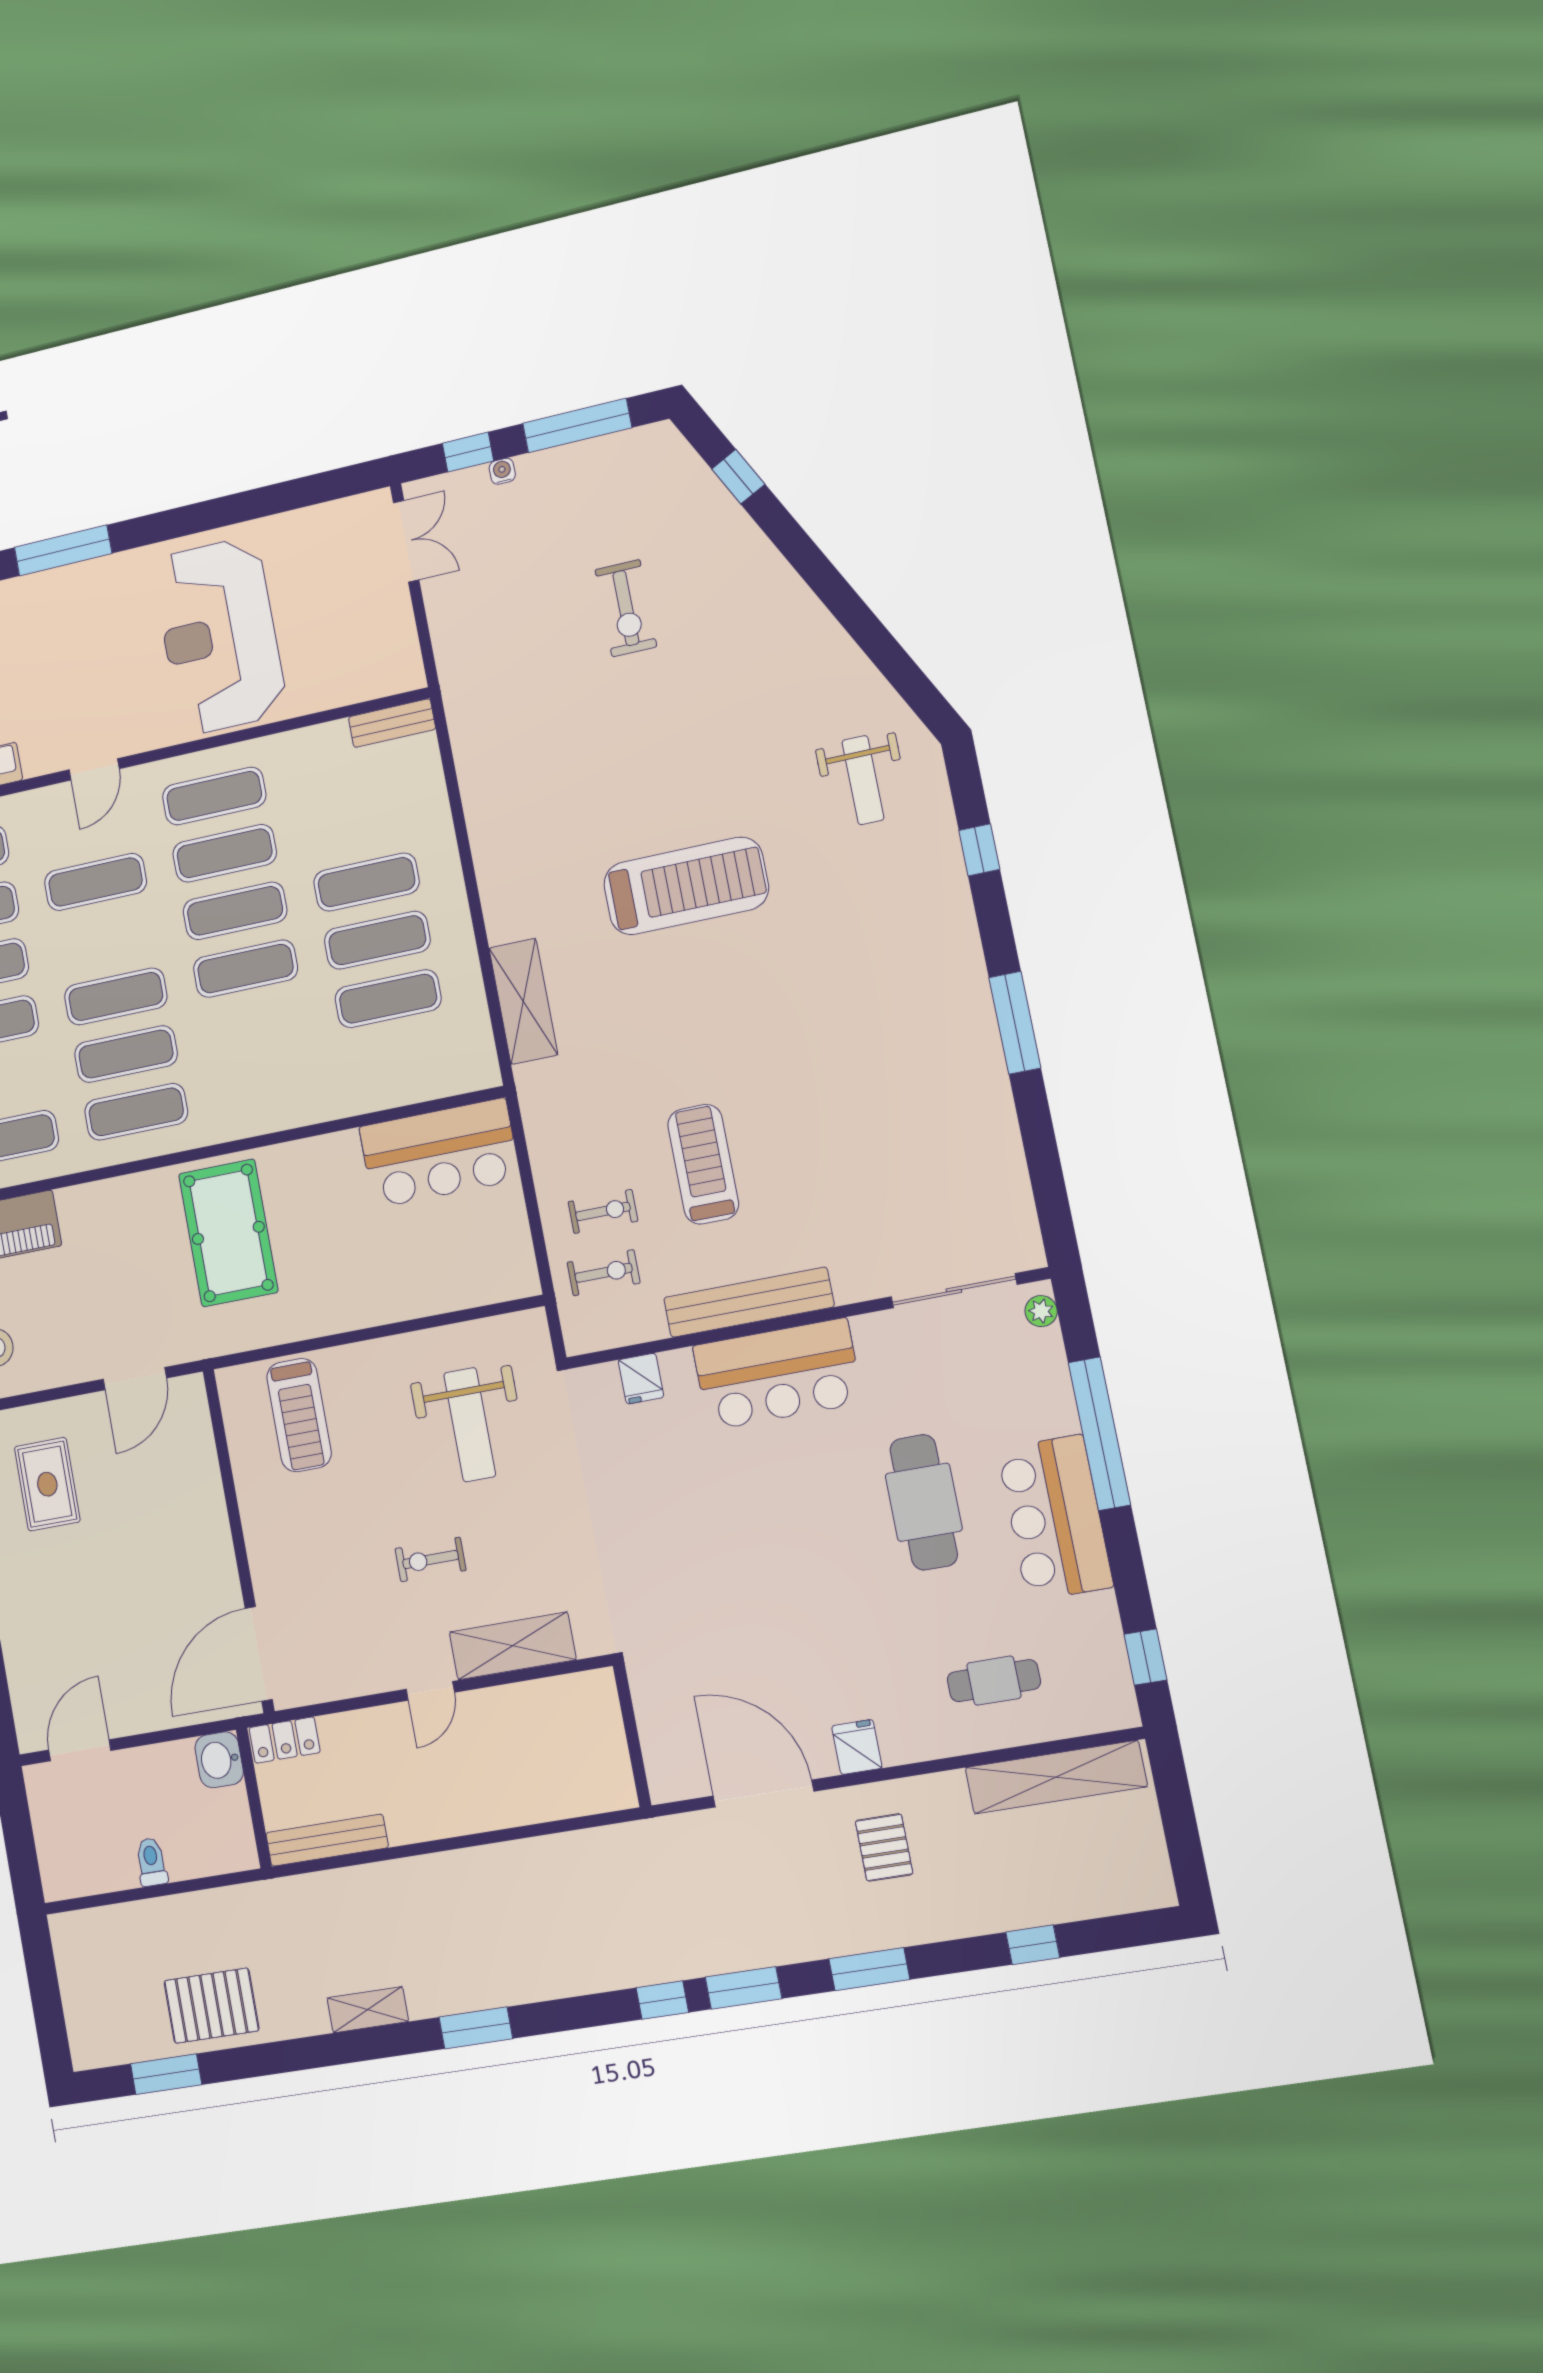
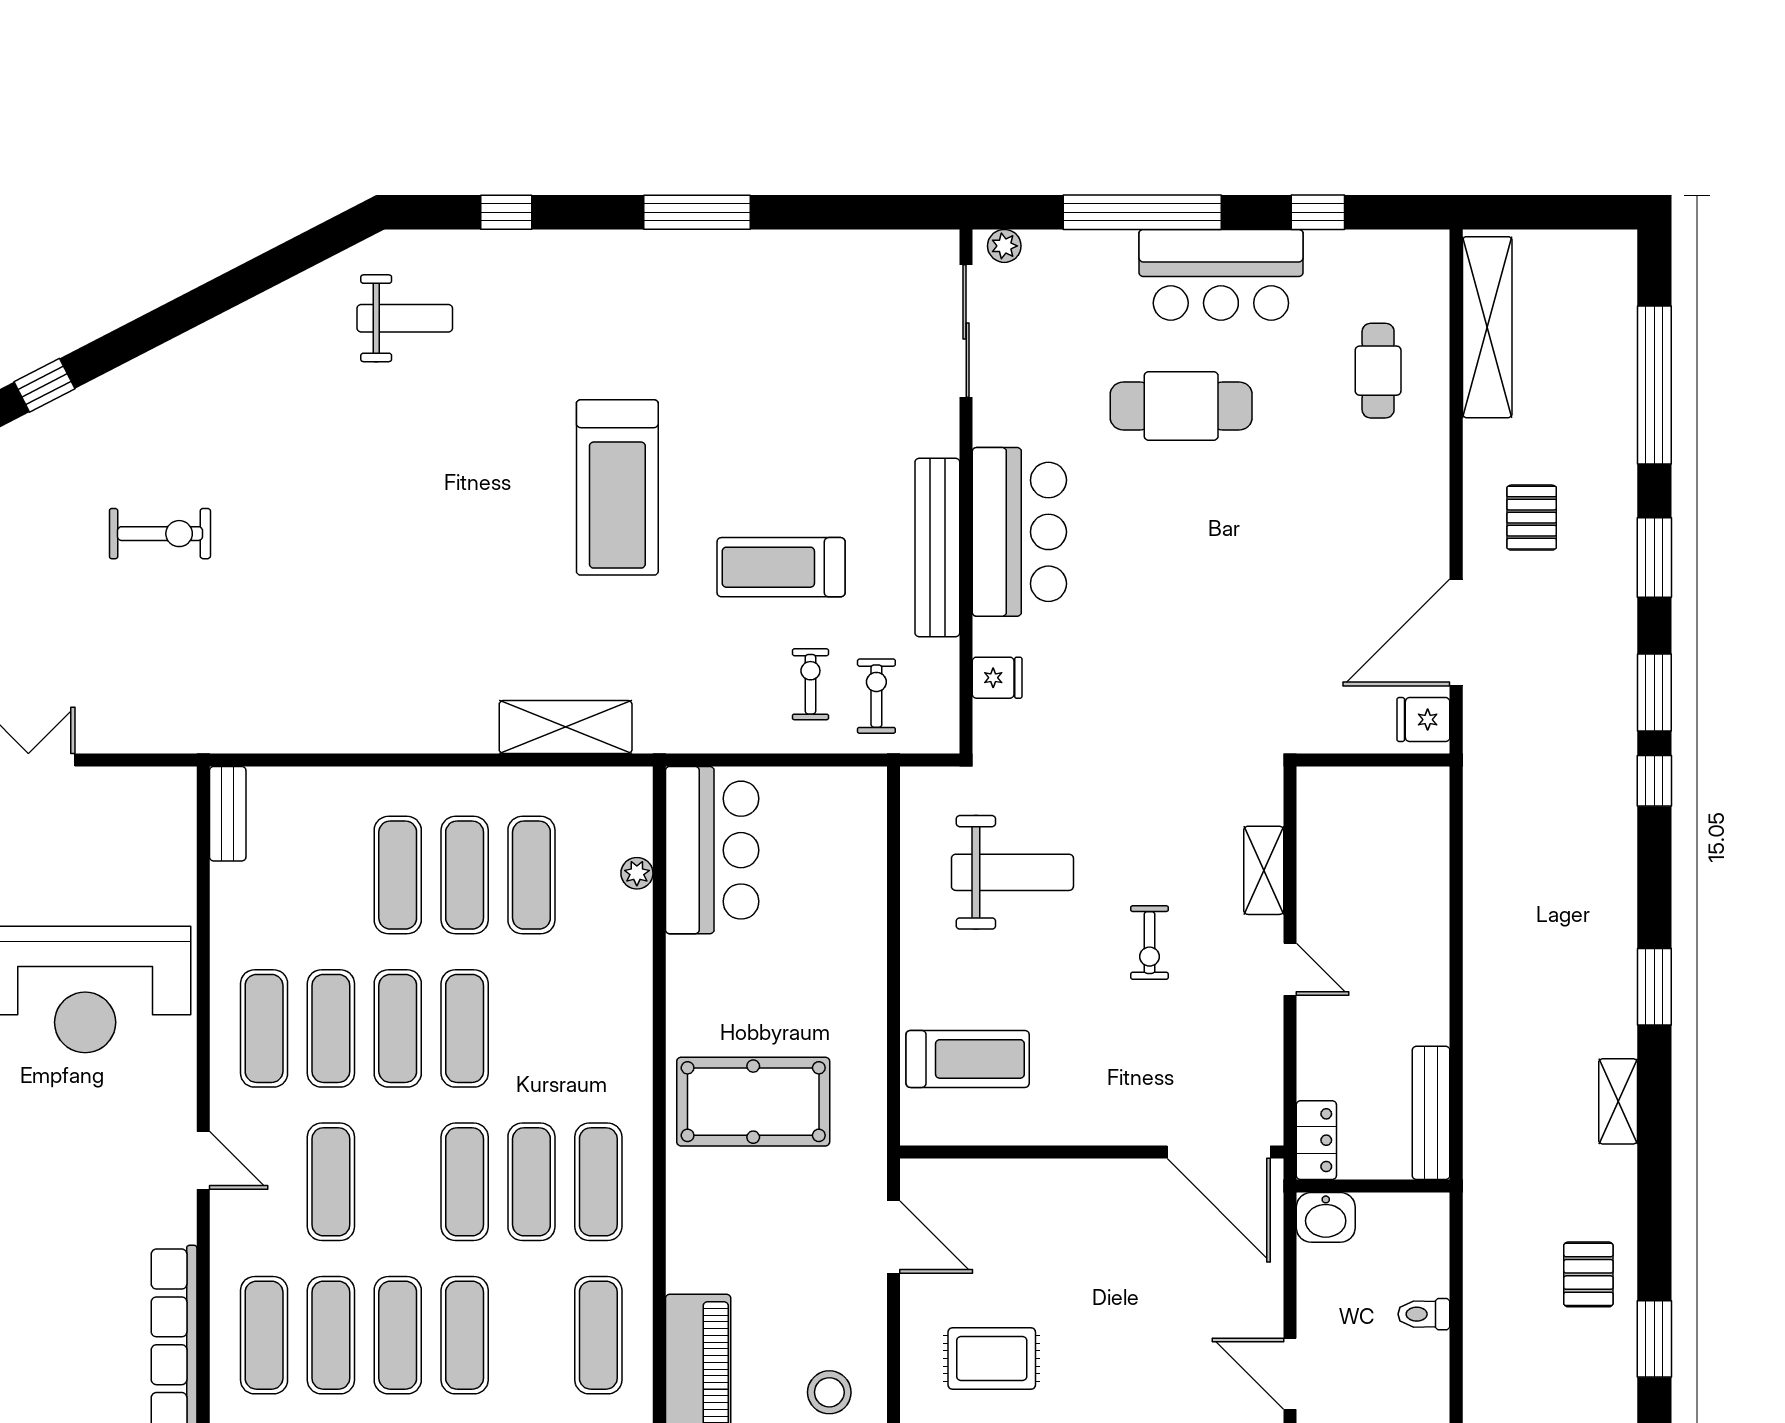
treadmill: (686, 886) -> (617, 487), moved, turned 180
plant: (407, 1091) -> (637, 873), added
shelving: (513, 1646) -> (1264, 870), width x0.67, depth x0.75
window: (1145, 1657) -> (1318, 212), moved
fridge: (857, 1747) -> (1423, 720), moved
pallet: (884, 1847) -> (1532, 518), turned 90
window: (1033, 1945) -> (1654, 385), width x3.17
pallet: (211, 2006) -> (1588, 1274), width x0.67, depth x0.71

